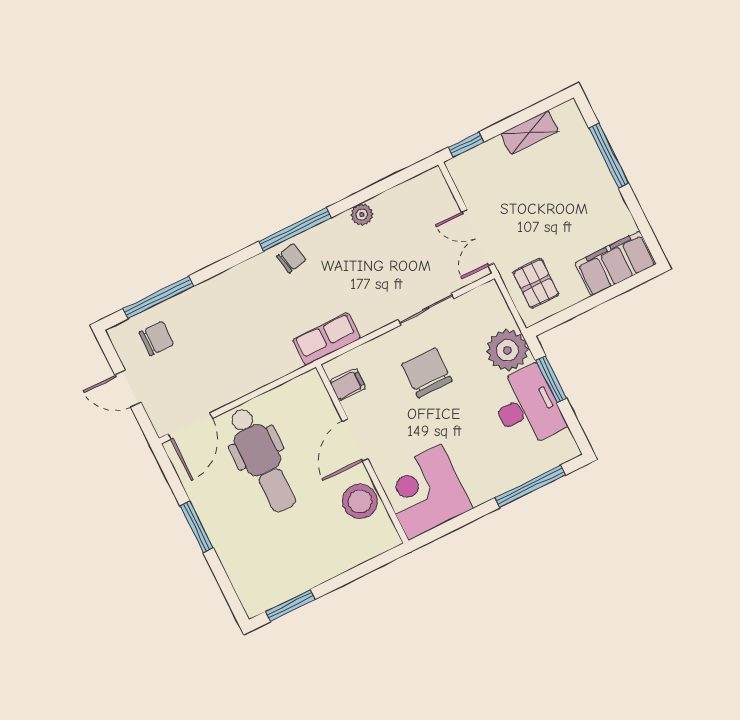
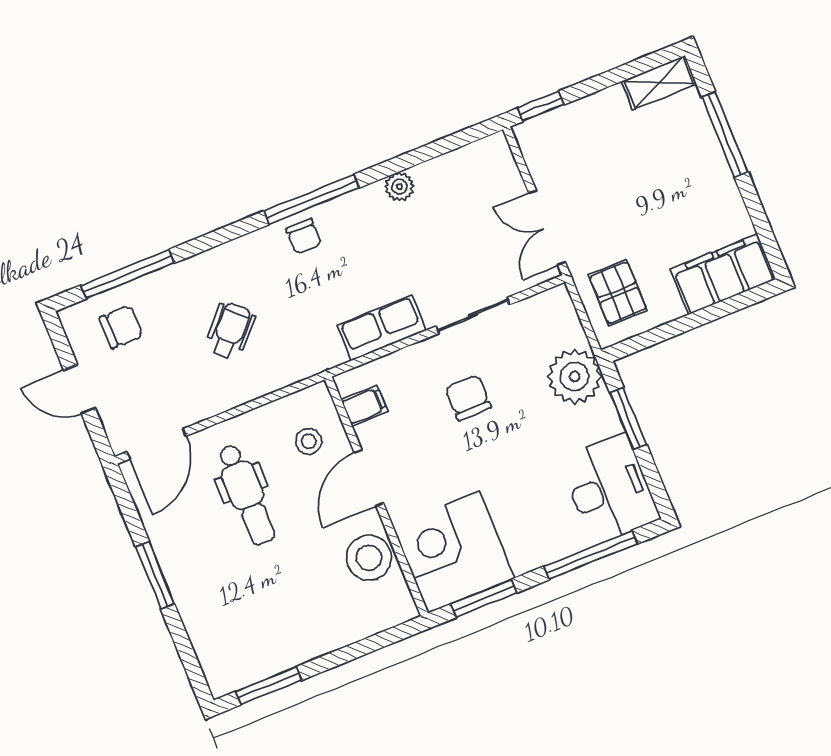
shelving: (530, 133) -> (659, 83), moved
chair: (291, 258) -> (304, 236), turned 102
wheelchair: (240, 335) -> (230, 331), added
row of seats: (326, 339) -> (382, 328), moved
chair: (427, 373) -> (468, 398), width x0.73, depth x0.73
desk: (527, 407) -> (609, 489), moved
stool: (307, 415) -> (309, 441), added
dental chair: (262, 460) -> (246, 495), width x0.73, depth x0.72
window: (451, 526) -> (484, 598), added

